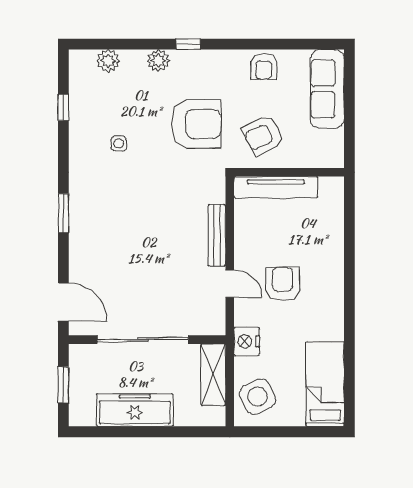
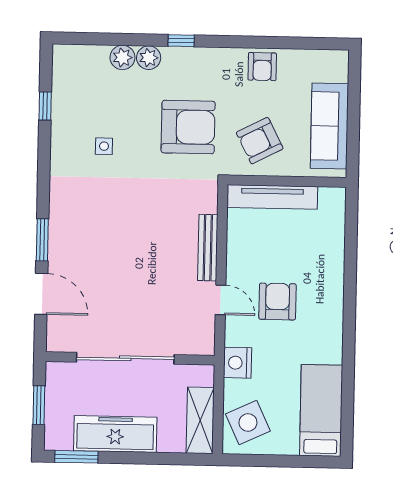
plant: (108, 61) -> (122, 57), moved
sofa: (327, 89) -> (329, 126), moved
window: (63, 213) -> (42, 240), moved
door: (63, 302) -> (41, 294), moved
shelving: (213, 375) -> (200, 420), moved
window: (99, 432) -> (76, 457), added

